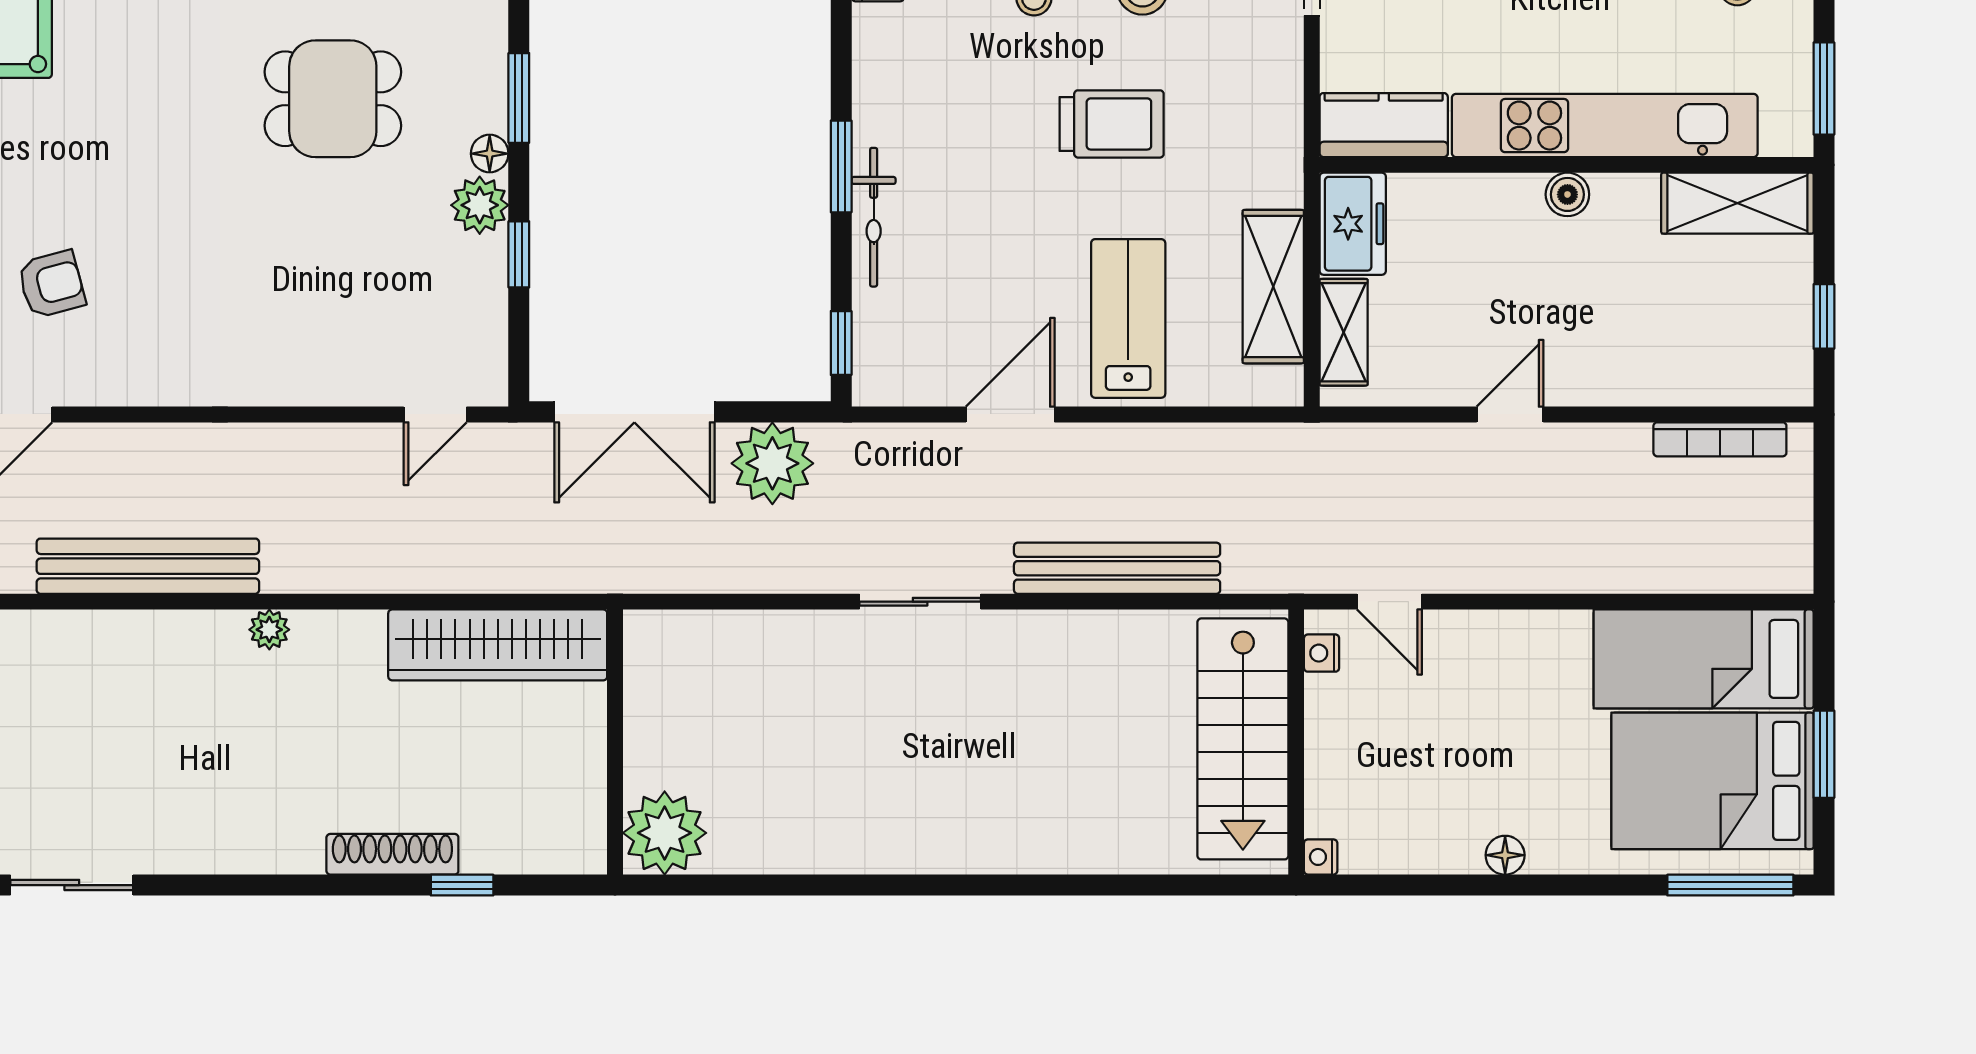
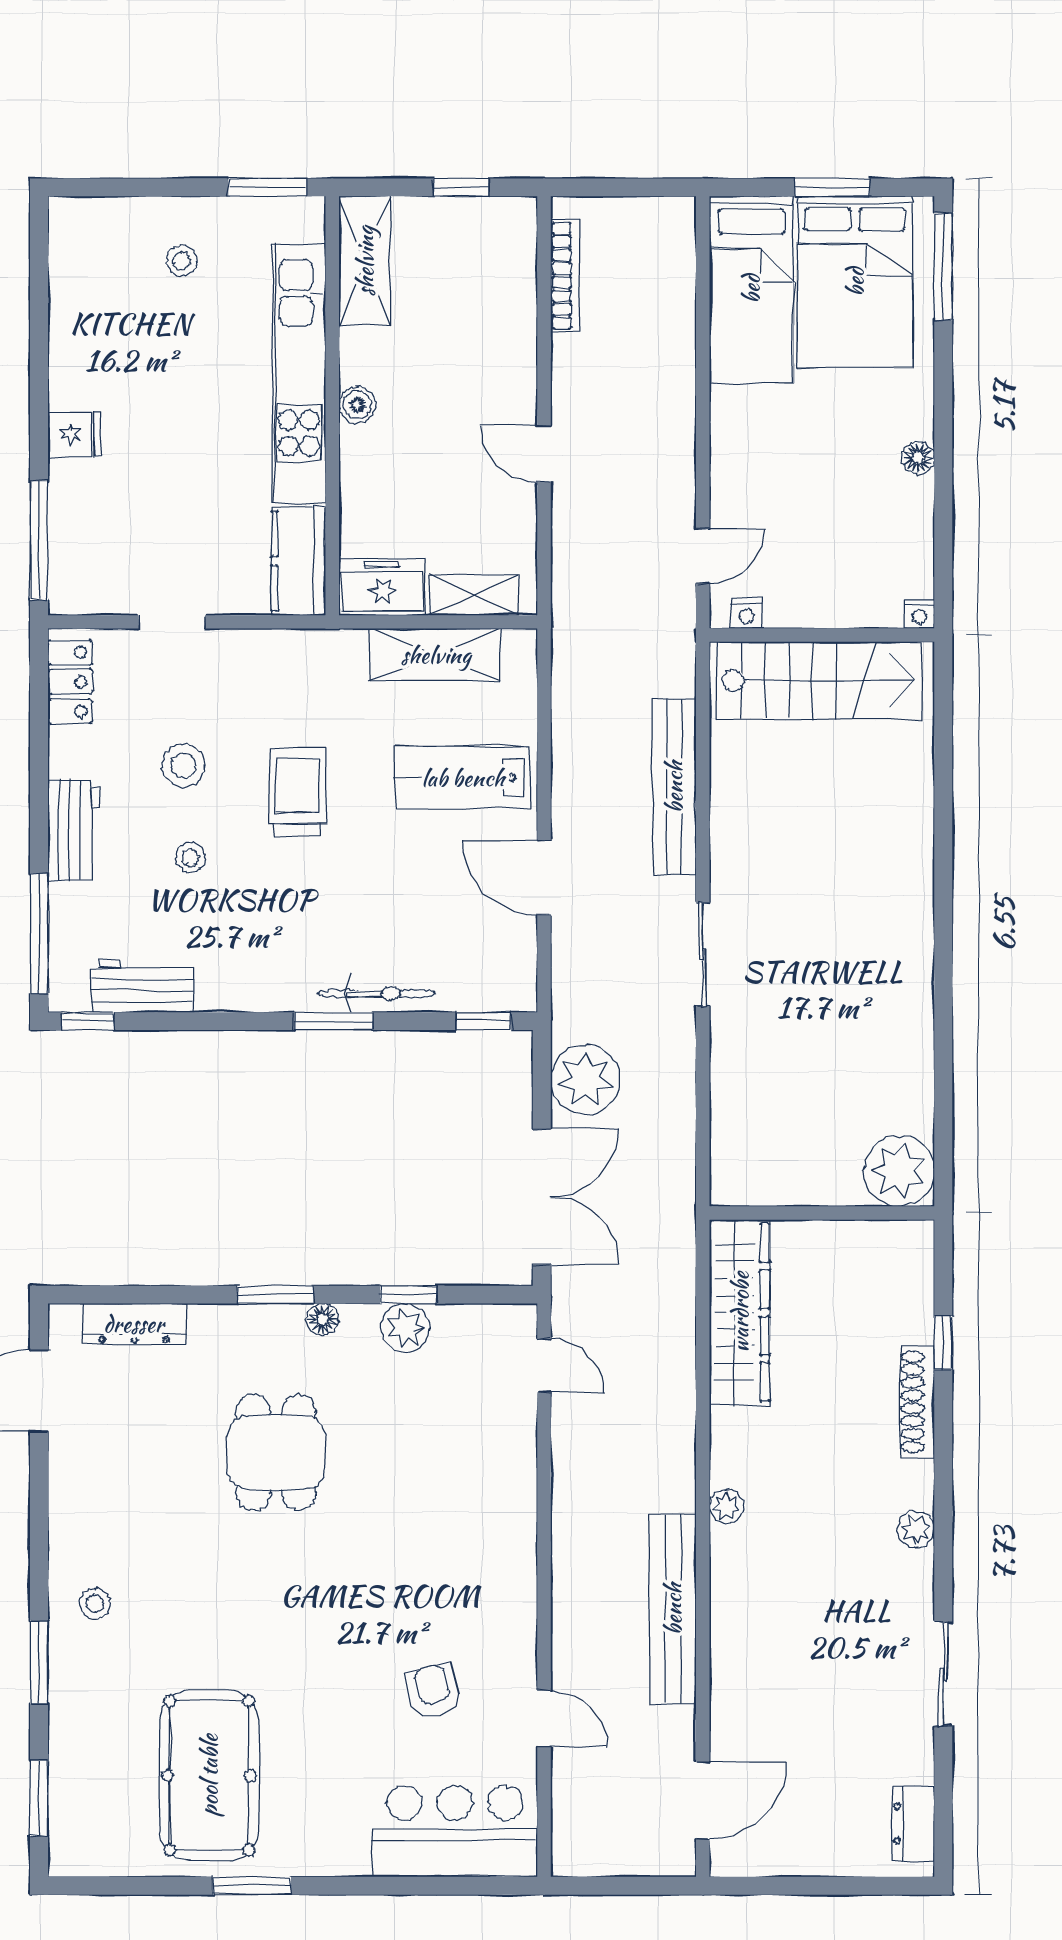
plant: (480, 205) -> (405, 1328), moved
plant: (242, 853) -> (916, 1529), added

